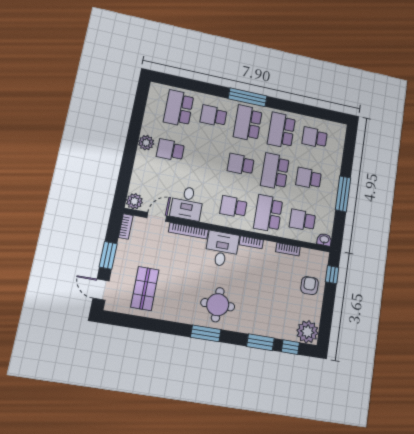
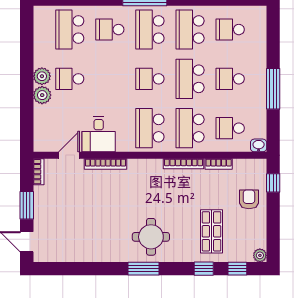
plant: (134, 201) -> (42, 95), moved
school desk: (233, 207) -> (150, 128), width x1.85
bookcase: (251, 242) -> (184, 164), width x1.56
desk: (222, 249) -> (145, 177), removed
shop shelf: (145, 288) -> (212, 231), moved
plant: (307, 332) -> (260, 255), width x0.53, depth x0.53
window: (260, 342) -> (204, 269), width x0.67

